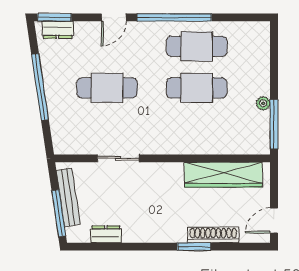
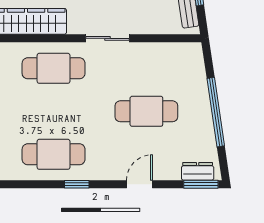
window: (174, 17) -> (77, 184), width x0.32
cafe table: (197, 88) -> (54, 68), moved
sliding door: (118, 158) -> (107, 38), moved

